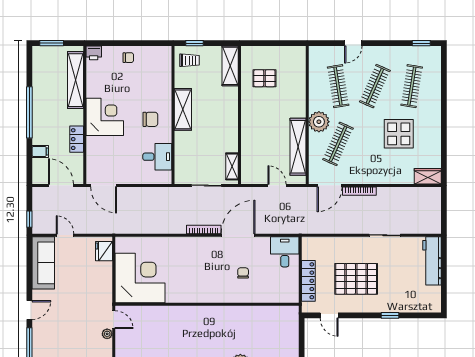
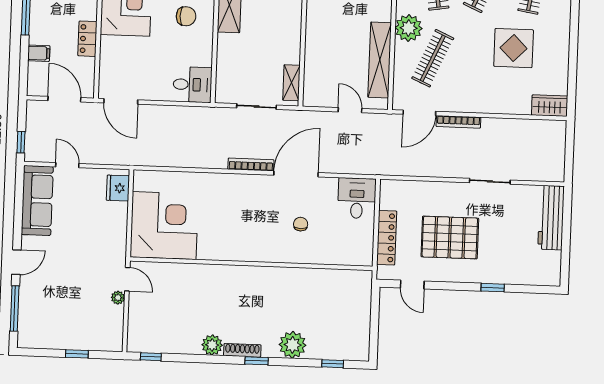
desk: (157, 157) -> (193, 85), moved

